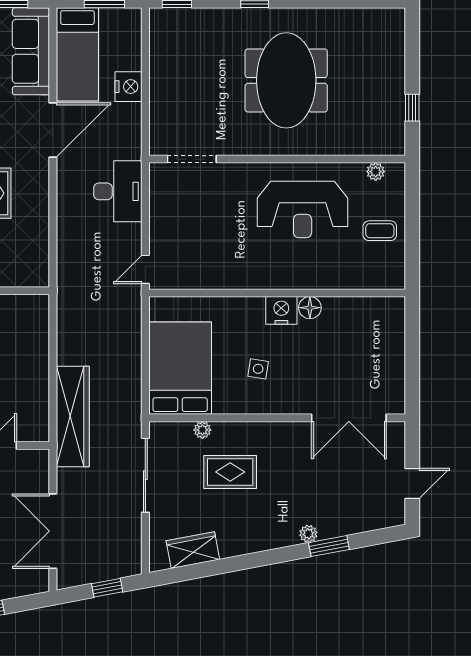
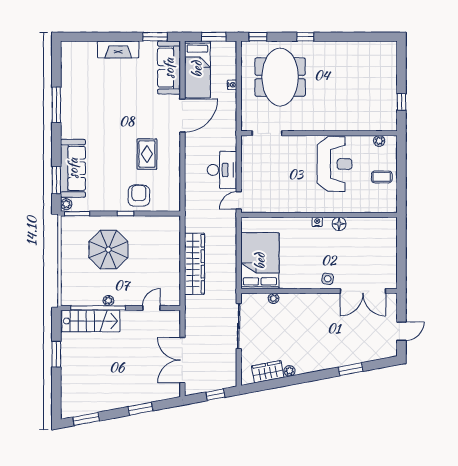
meeting table: (286, 80) -> (280, 77), moved
nightstand: (129, 87) -> (232, 85), width x0.53, depth x0.56
desk: (118, 191) -> (222, 170), moved
reception desk: (303, 210) -> (335, 164), turned -90
nightstand: (281, 310) -> (317, 222), width x0.53, depth x0.56
side table: (258, 369) -> (328, 279), moved
wardrobe: (73, 416) -> (194, 264), moved
rug: (230, 472) -> (290, 324), removed
plant: (308, 534) -> (289, 371), moved

